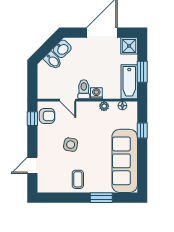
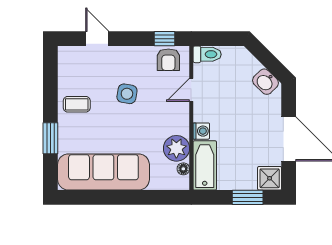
bidet: (53, 61) -> (248, 68), removed
window: (142, 72) -> (248, 197), moved
bathtub: (129, 82) -> (205, 165), moved, turned 90
toilet: (84, 89) -> (207, 54), moved
plant: (104, 106) -> (176, 148), width x1.87, depth x1.87
window: (142, 130) -> (147, 197), removed

